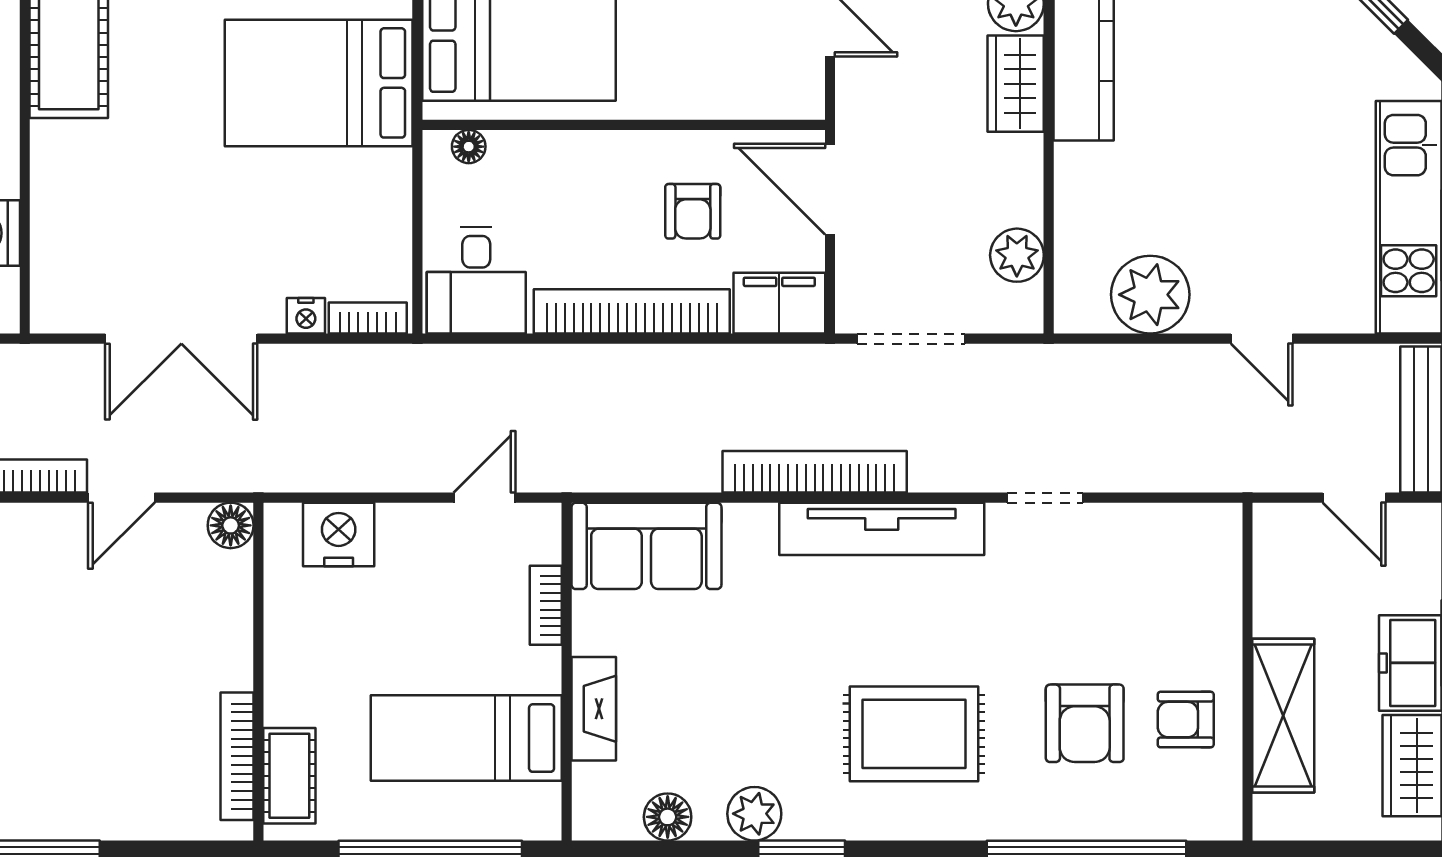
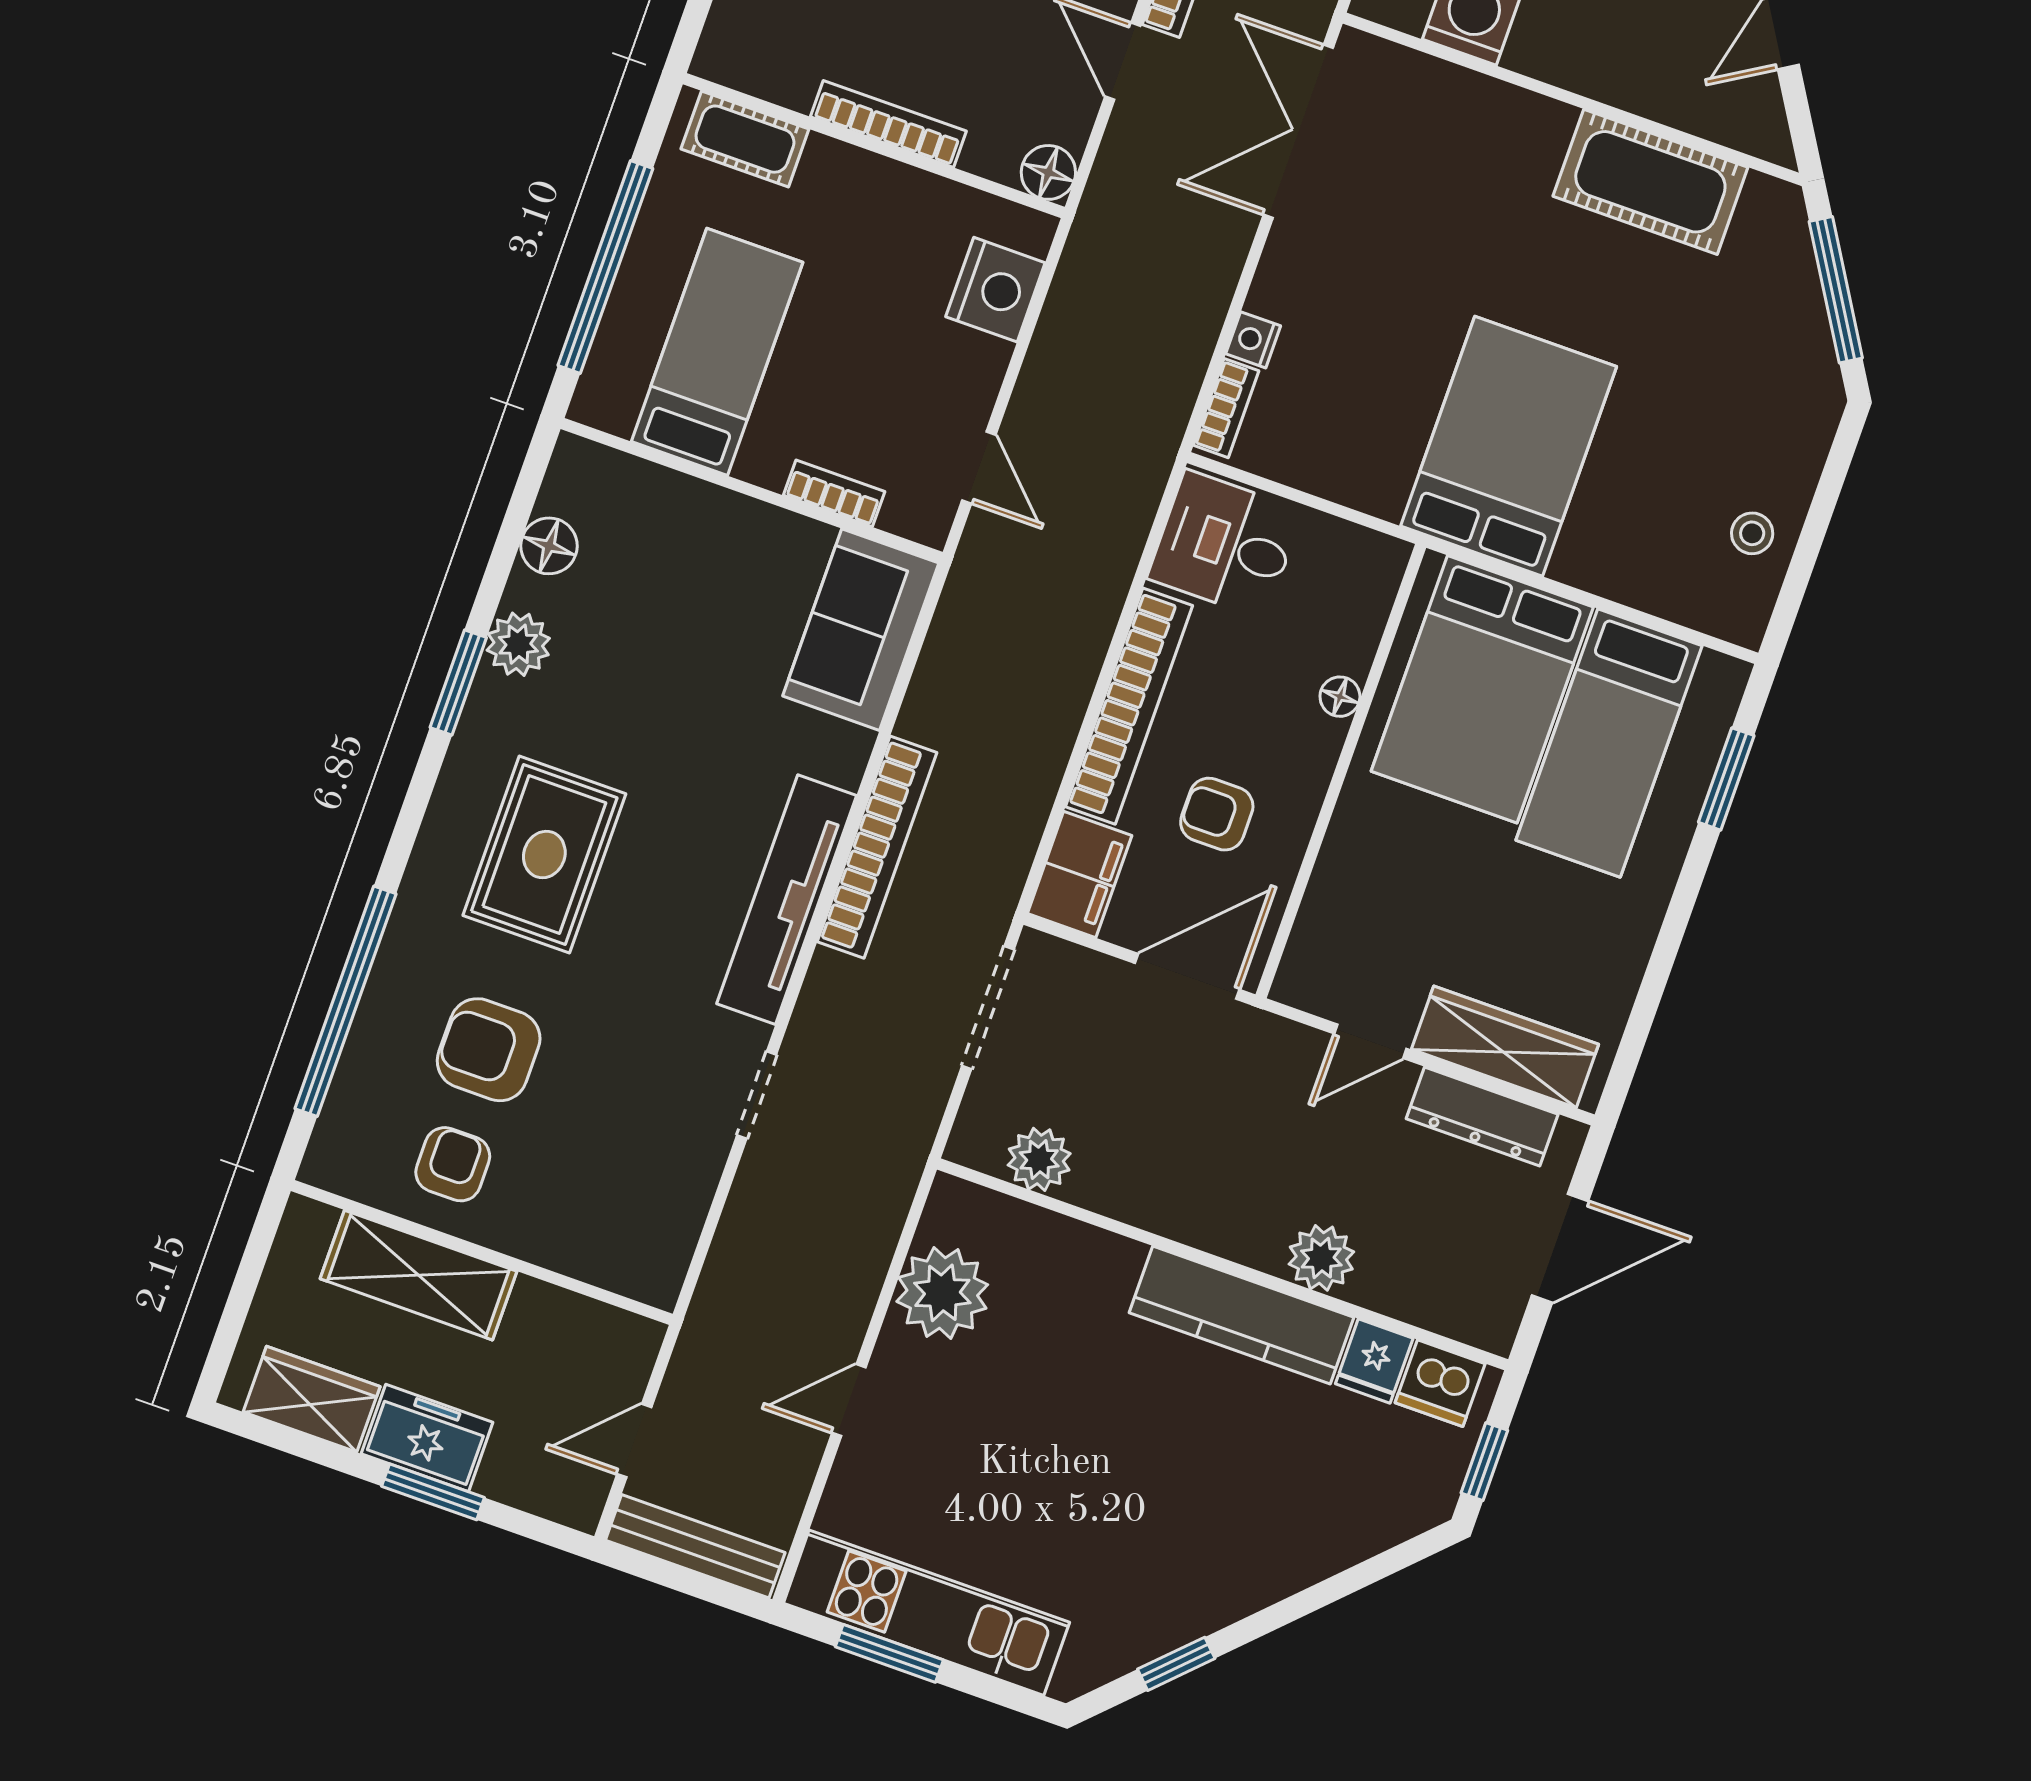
wardrobe: (1016, 84) -> (1232, 1226), removed
floor lamp: (469, 147) -> (1340, 697), moved
double door: (181, 339) -> (1298, 131), moved
fireplace: (594, 709) -> (699, 506), removed
bookcase: (237, 756) -> (888, 124), moved

